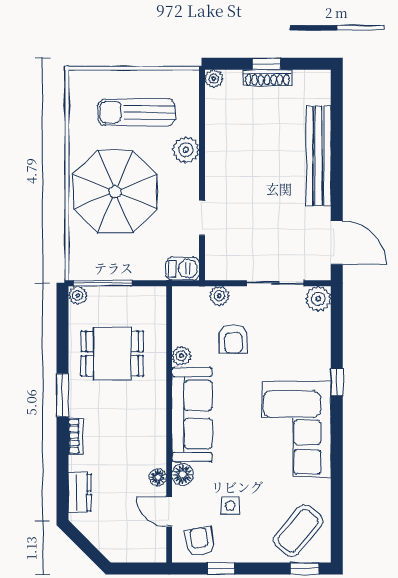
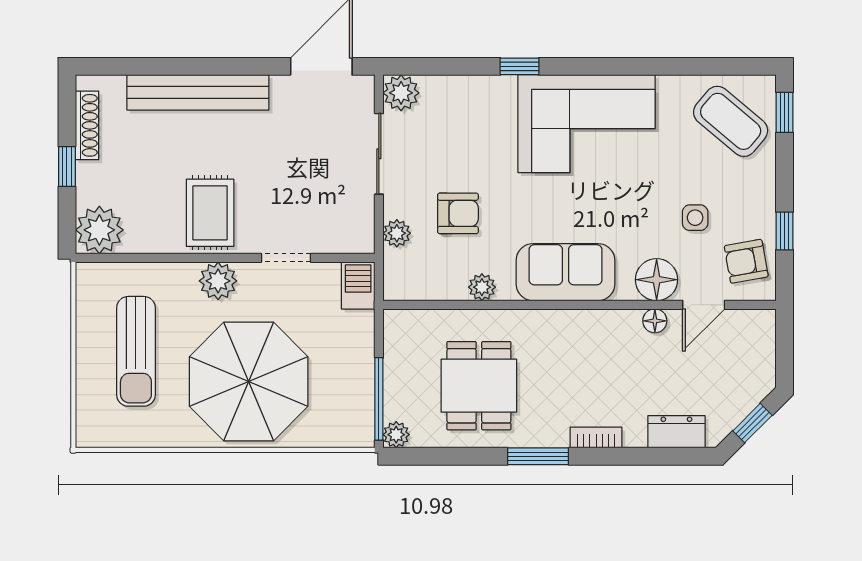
shoe rack: (267, 78) -> (87, 125), moved
plant: (214, 79) -> (99, 230), width x1.88, depth x1.88
plant: (186, 150) -> (218, 281), moved
rug: (234, 164) -> (210, 213), added
sofa: (192, 415) -> (566, 272), width x0.73
floor lamp: (183, 475) -> (657, 280), width x1.38, depth x1.38
window: (86, 546) -> (752, 423), added

